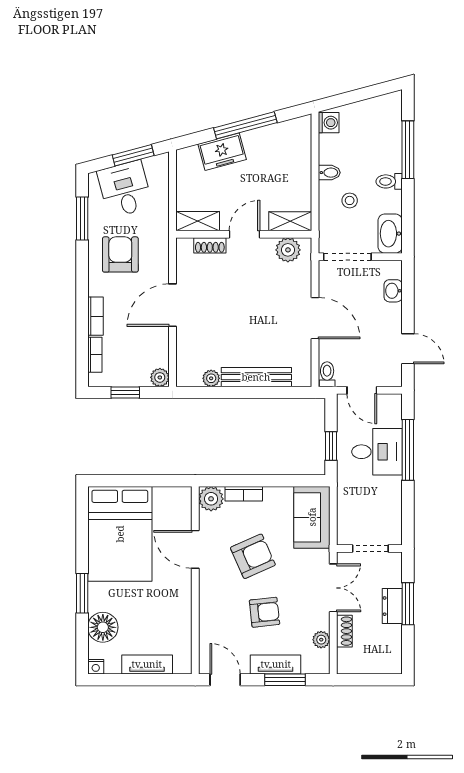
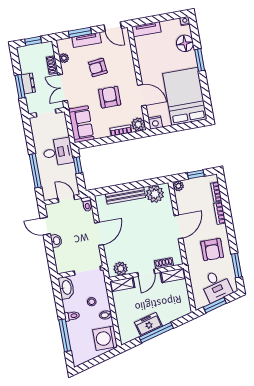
washing machine: (329, 123) -> (105, 338), width x1.89, depth x1.89
freezer: (222, 152) -> (148, 324), moved
washbasin: (393, 291) -> (56, 241), moved
door: (315, 318) -> (99, 234), swing flipped
plant: (211, 378) -> (155, 194), width x1.88, depth x1.88
desk: (377, 452) -> (58, 152), moved, turned 180
nightstand: (180, 497) -> (155, 123), added
armchair: (253, 556) -> (110, 97), turned 114
tv unit: (147, 664) -> (146, 29), moved
window: (370, 680) -> (33, 41), added

